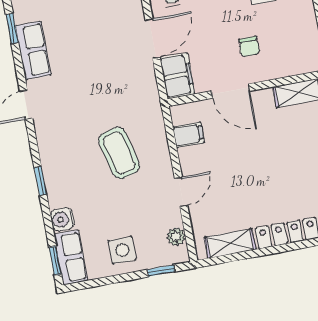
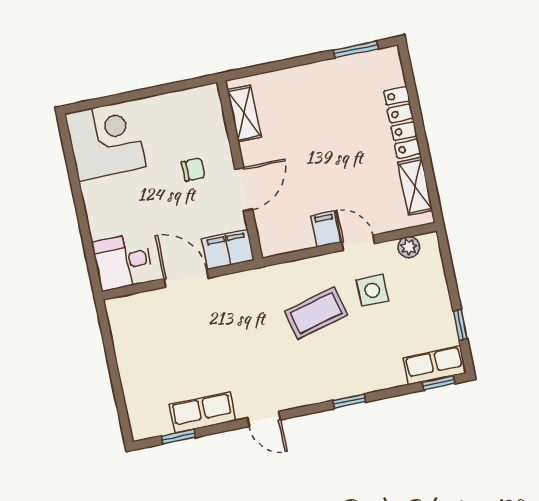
filing cabinet: (188, 135) -> (326, 229), moved
water cooler: (62, 219) -> (392, 376), removed
side table: (122, 250) -> (372, 290), moved
window: (161, 271) -> (460, 325), moved

